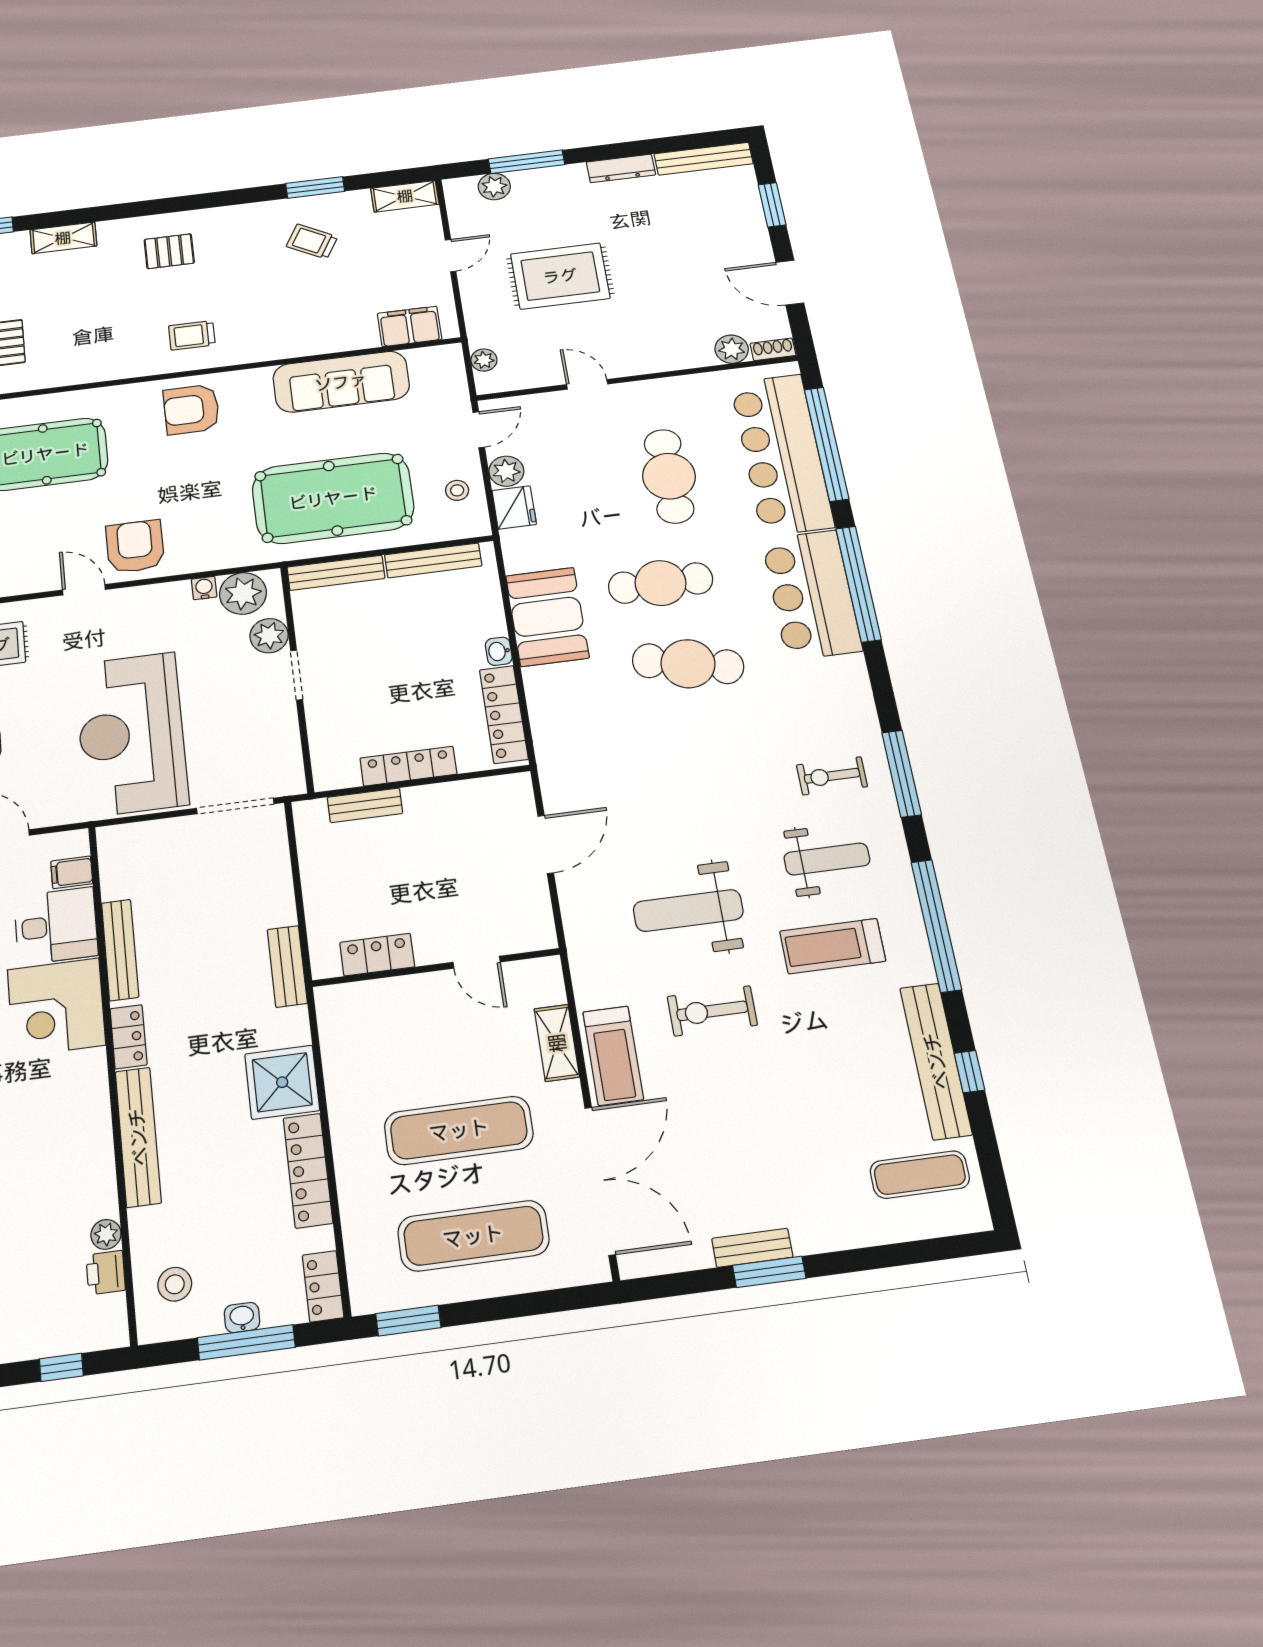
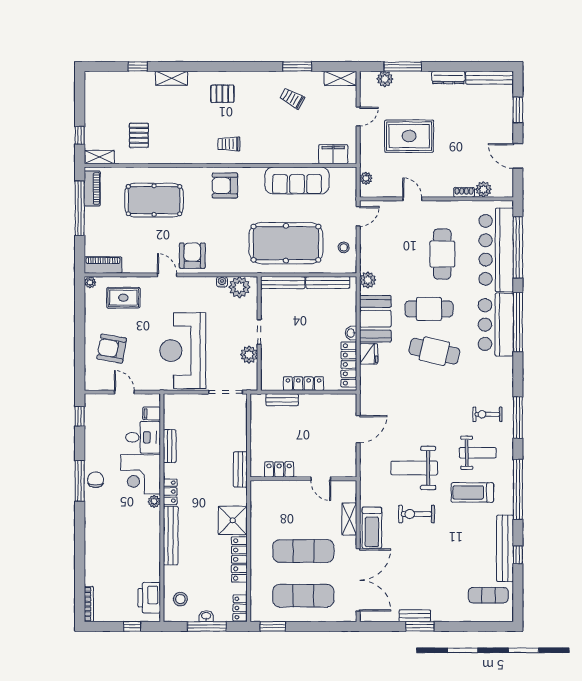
shoe rack: (773, 349) -> (464, 192), moved
plant: (506, 471) -> (368, 280), moved
fridge: (514, 507) -> (369, 354), moved
plant: (269, 636) -> (249, 355), moved
bench: (120, 950) -> (170, 446), width x0.73
plant: (106, 1234) -> (154, 501), moved
printer: (106, 1273) -> (149, 598), width x1.87, depth x1.48

